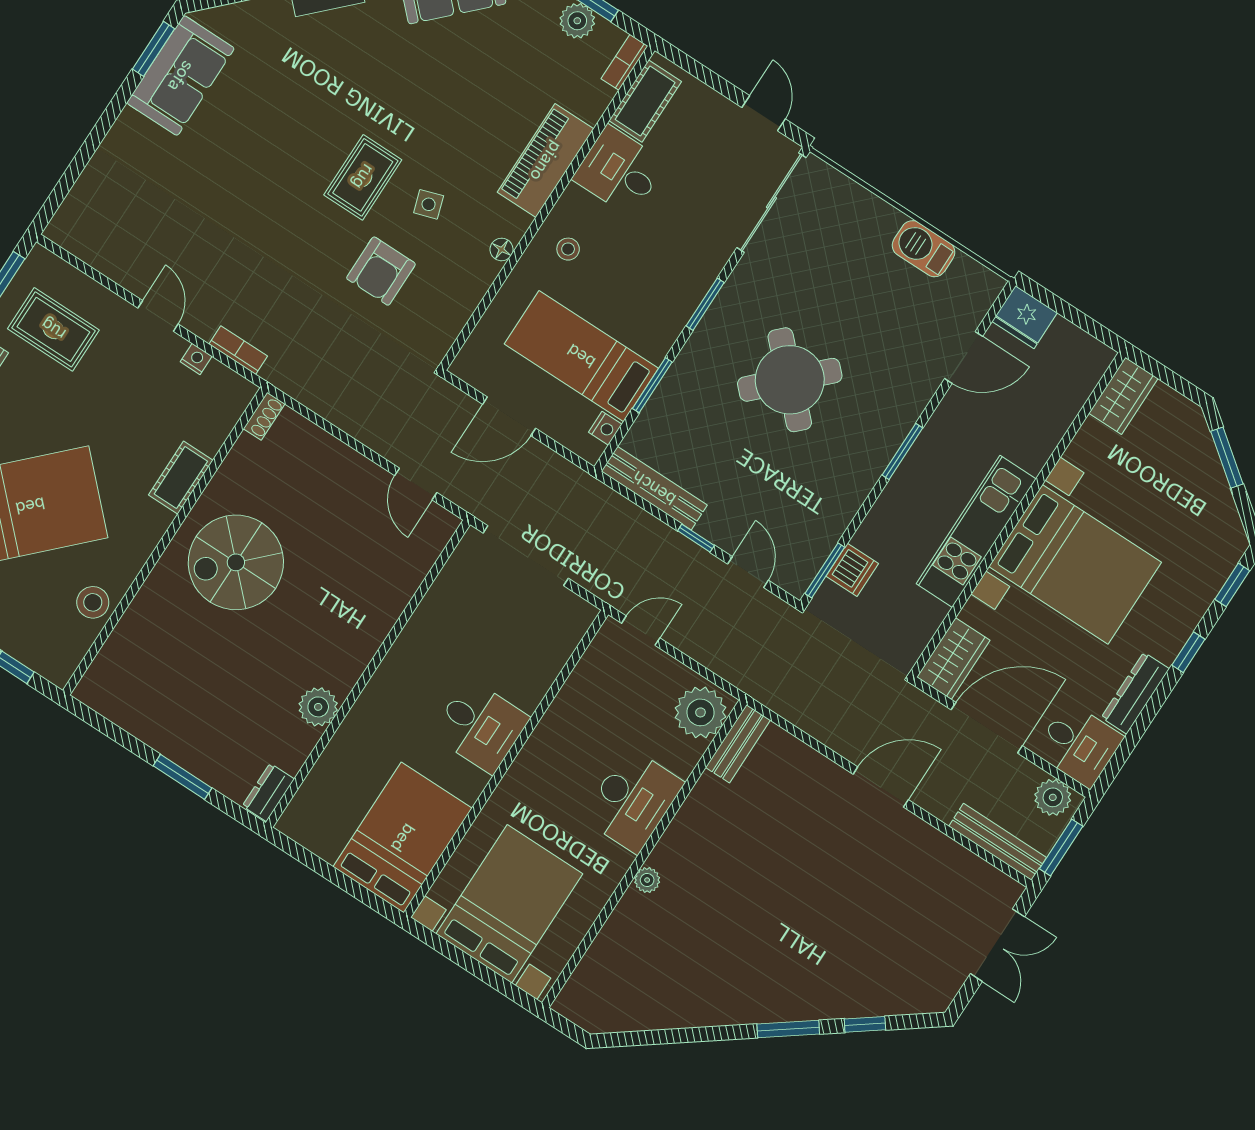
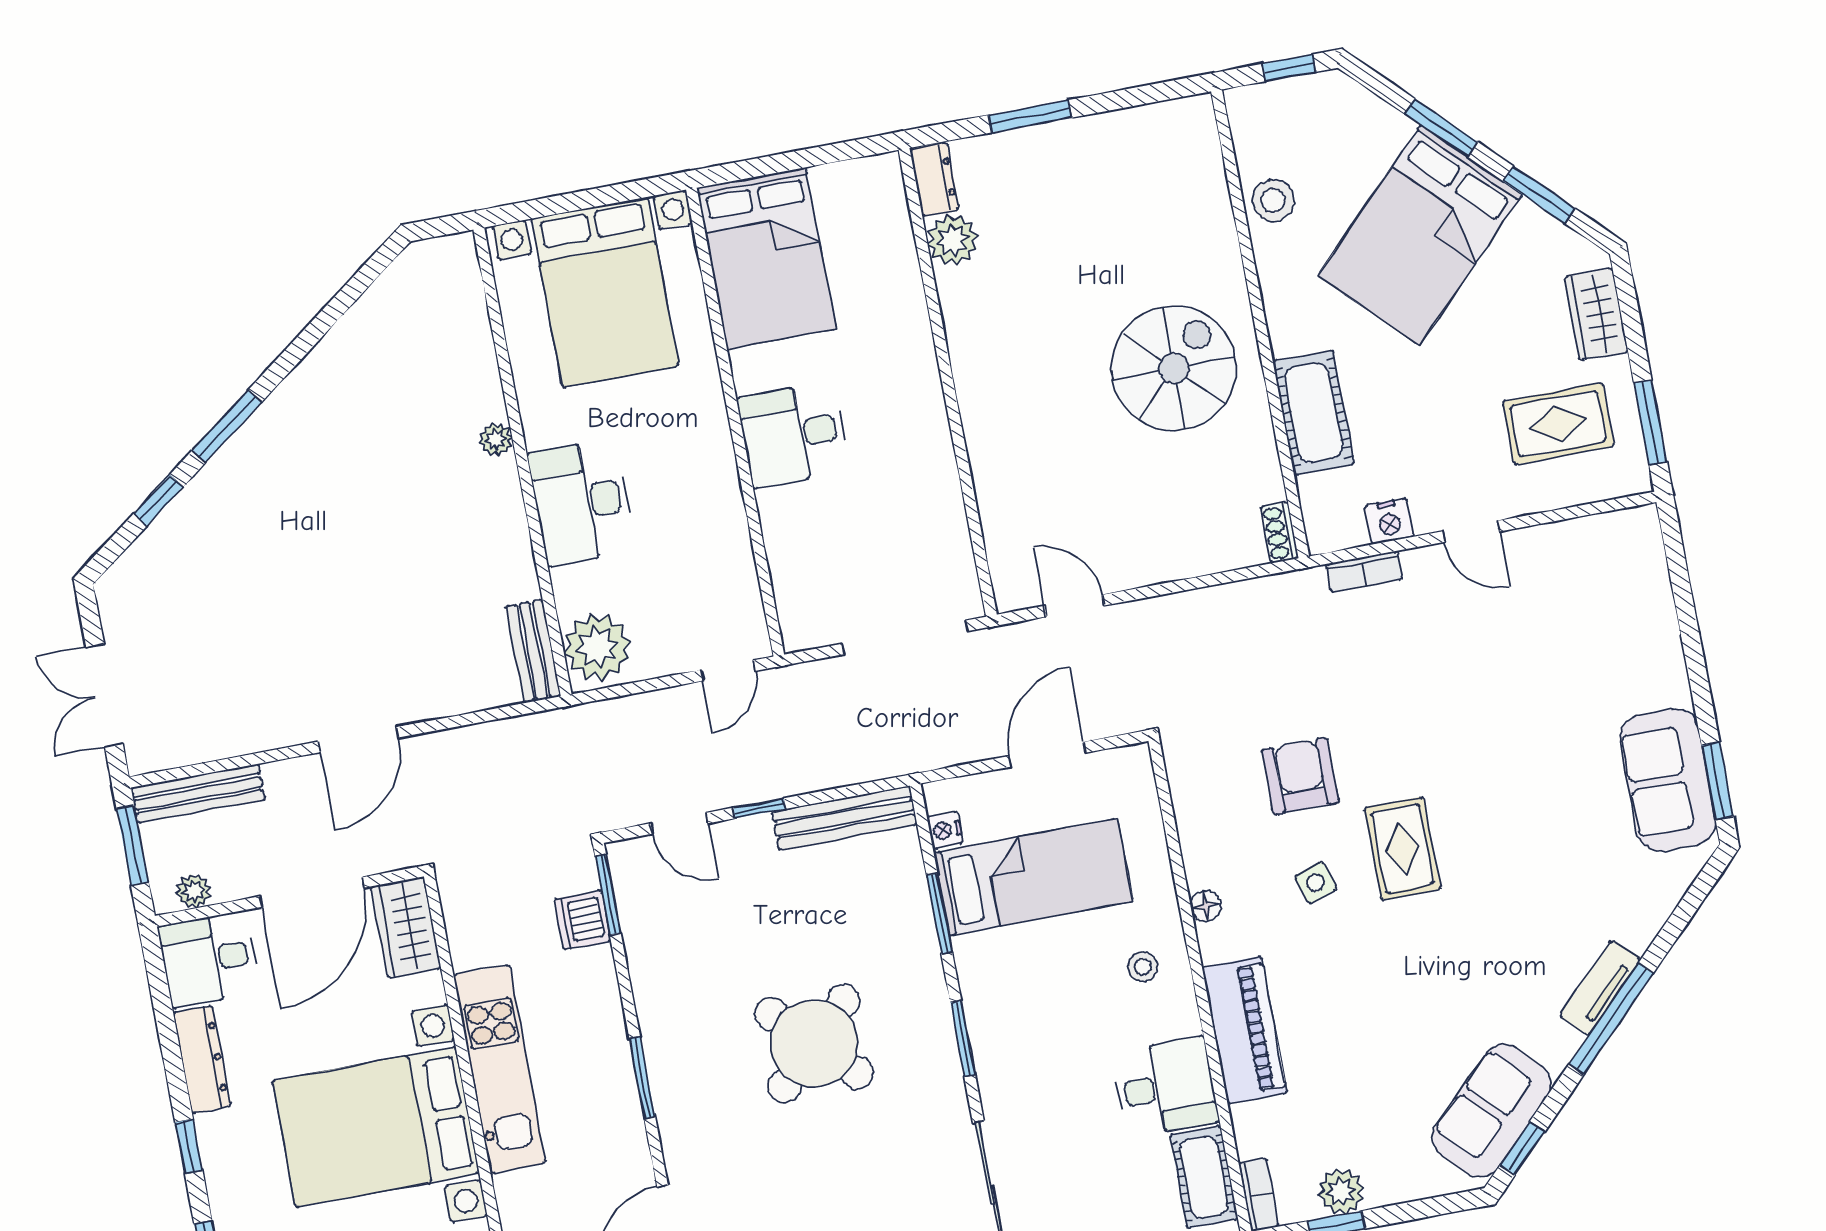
nightstand: (196, 359) -> (1389, 521), width x1.39, depth x1.35
cot: (181, 478) -> (1314, 413), width x1.37, depth x1.34
plant: (318, 707) -> (953, 240), moved
plant: (1053, 797) -> (194, 891), width x0.73, depth x0.73

